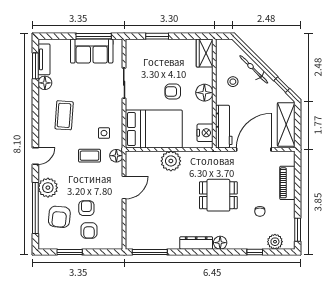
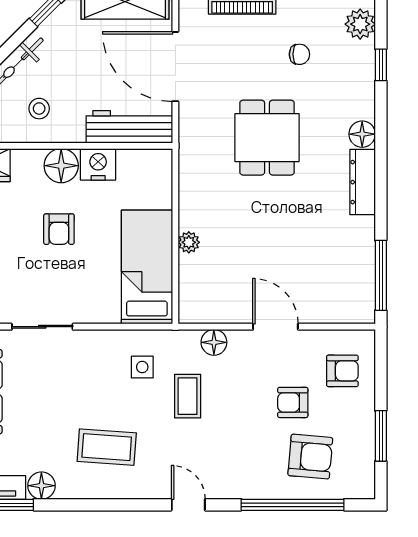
bed: (154, 129) -> (147, 267), width x0.67
nightstand: (205, 133) -> (98, 164), moved
floor lamp: (116, 156) -> (214, 342), moved
plant: (171, 161) -> (189, 242), width x0.53, depth x0.53
plant: (48, 188) -> (252, 480), removed
door: (124, 188) -> (275, 327), moved
armchair: (89, 231) -> (342, 371), moved

